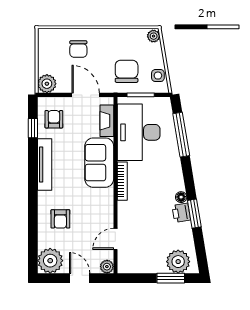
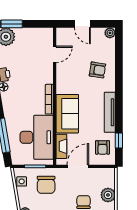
plant: (47, 84) -> (108, 195), moved
door: (86, 95) -> (78, 166), swing flipped
armchair: (60, 219) -> (97, 70), turned 99
plant: (50, 261) -> (110, 33), width x0.53, depth x0.53
plant: (107, 267) -> (61, 33), removed

